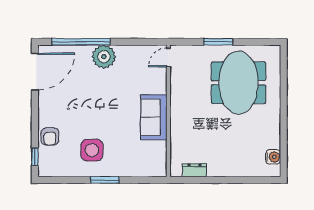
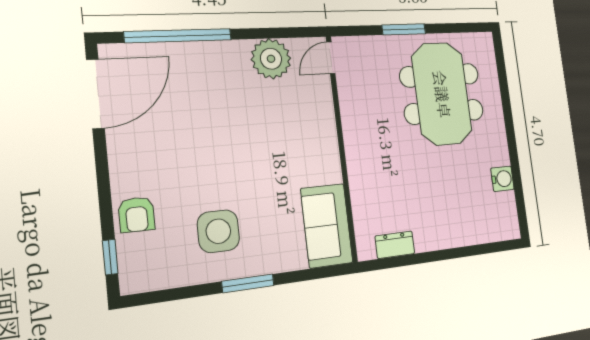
plant: (104, 57) -> (271, 59), moved
sofa: (154, 117) -> (327, 226), moved
water cooler: (273, 157) -> (502, 179), moved

